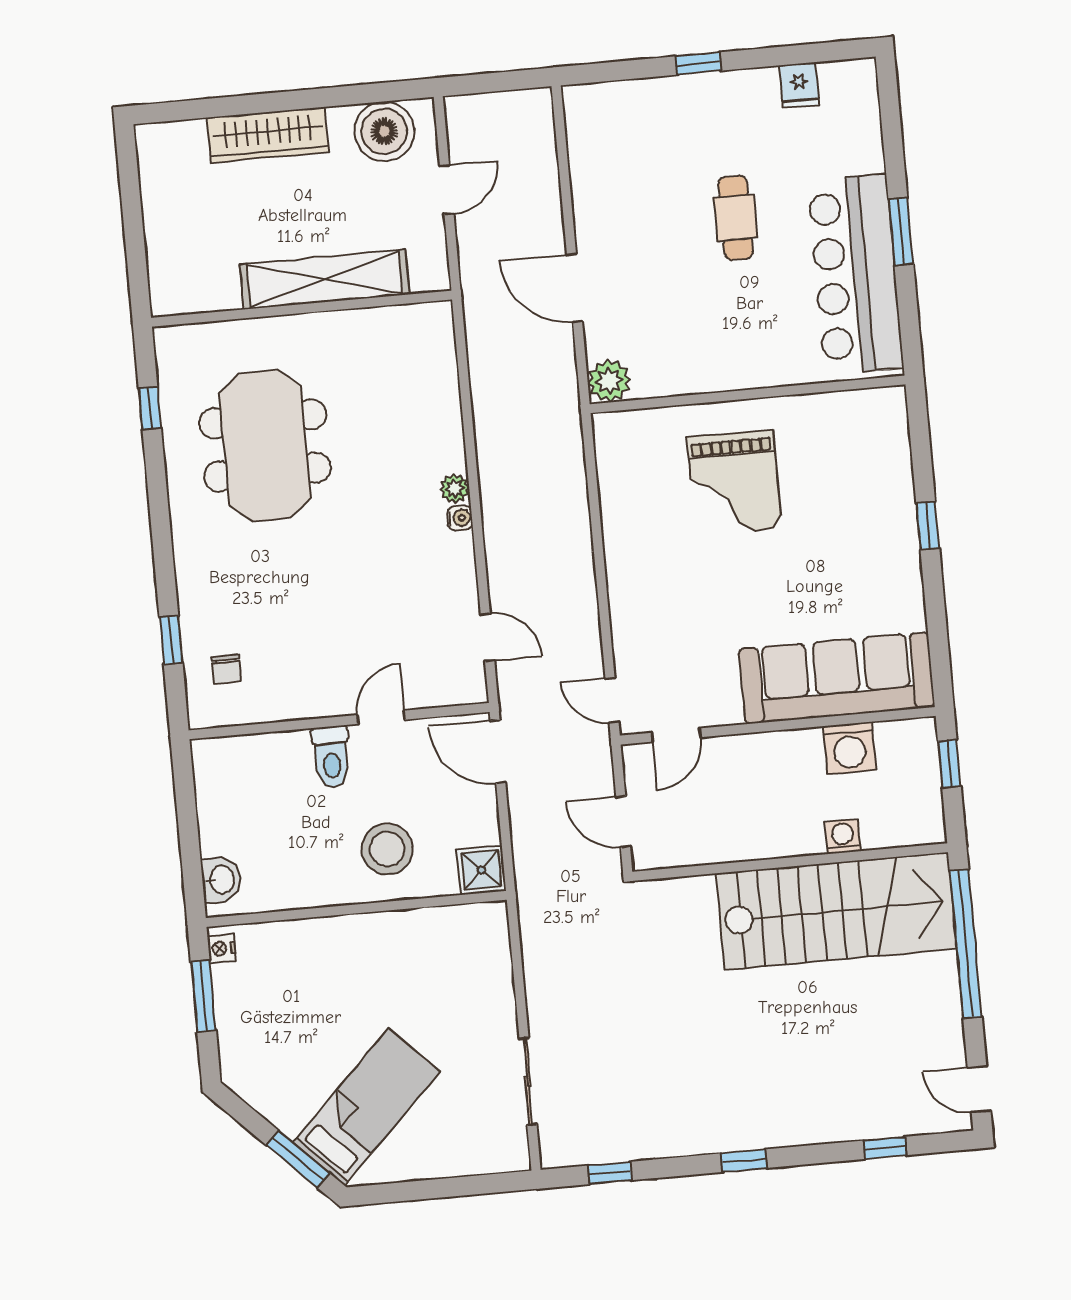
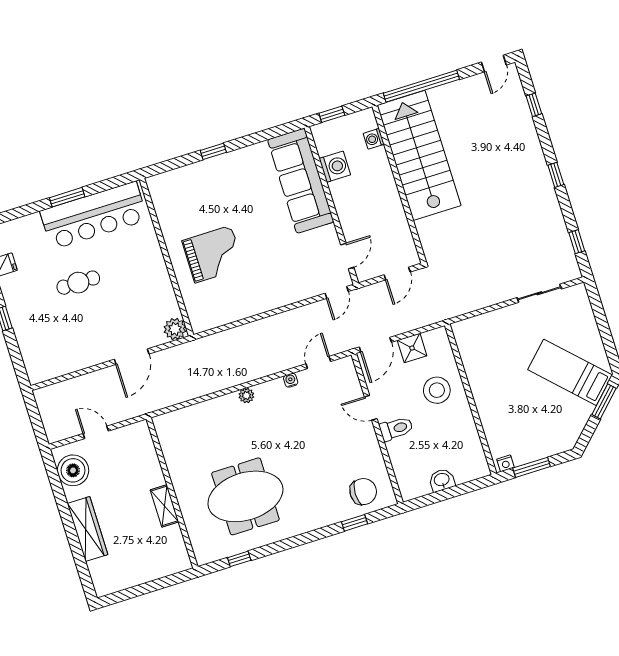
shelving: (325, 279) -> (164, 506), width x0.45, depth x0.75
water cooler: (460, 518) -> (291, 380), moved
chair: (226, 669) -> (363, 492), width x1.87, depth x1.87
door: (676, 735) -> (347, 256), hinge flipped
washing machine: (843, 836) -> (374, 139), moved
shower: (481, 870) -> (412, 348), moved
washbasin: (221, 880) -> (442, 480), moved

